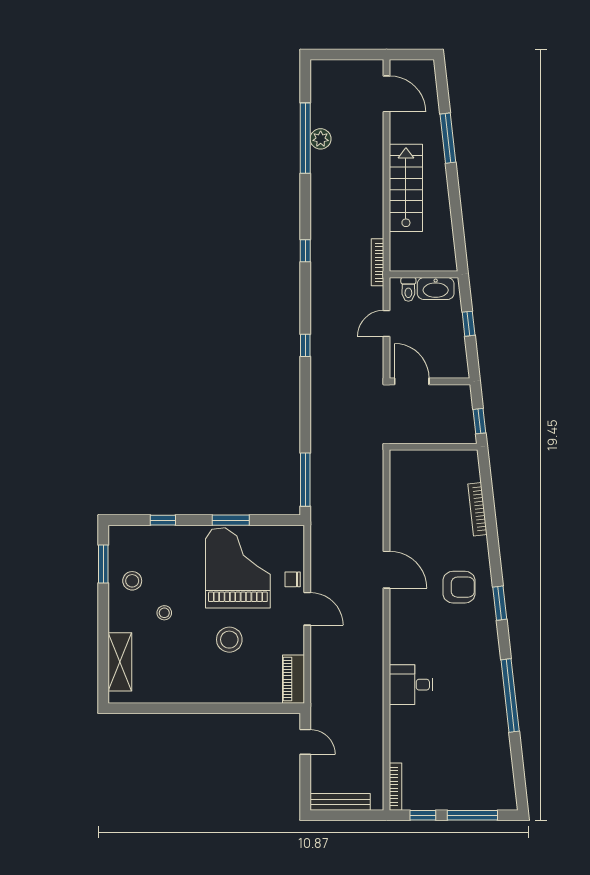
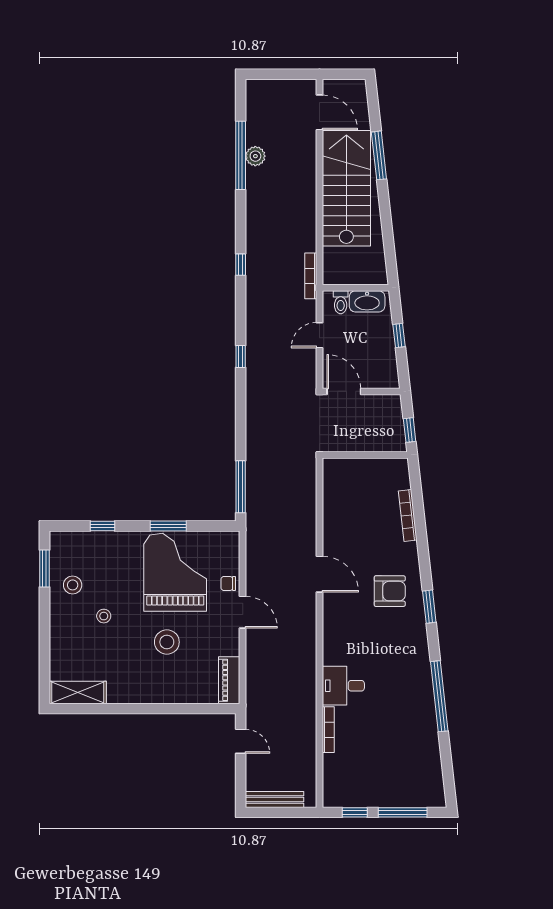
stairs: (406, 188) -> (346, 188), width x1.36, depth x1.51
shelving: (120, 662) -> (78, 692), moved, turned 90
bookcase: (396, 787) -> (328, 730), moved

